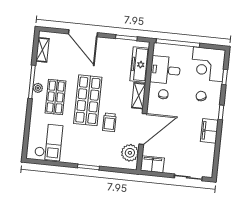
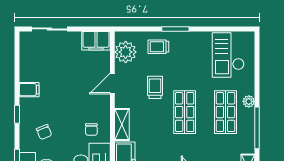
plant: (38, 88) -> (249, 101), moved
shop shelf: (88, 100) -> (185, 112), width x0.70, depth x0.74
door: (143, 129) -> (112, 83), width x0.53
filing cabinet: (209, 131) -> (29, 90), width x0.50
trolley: (103, 154) -> (158, 47), added

